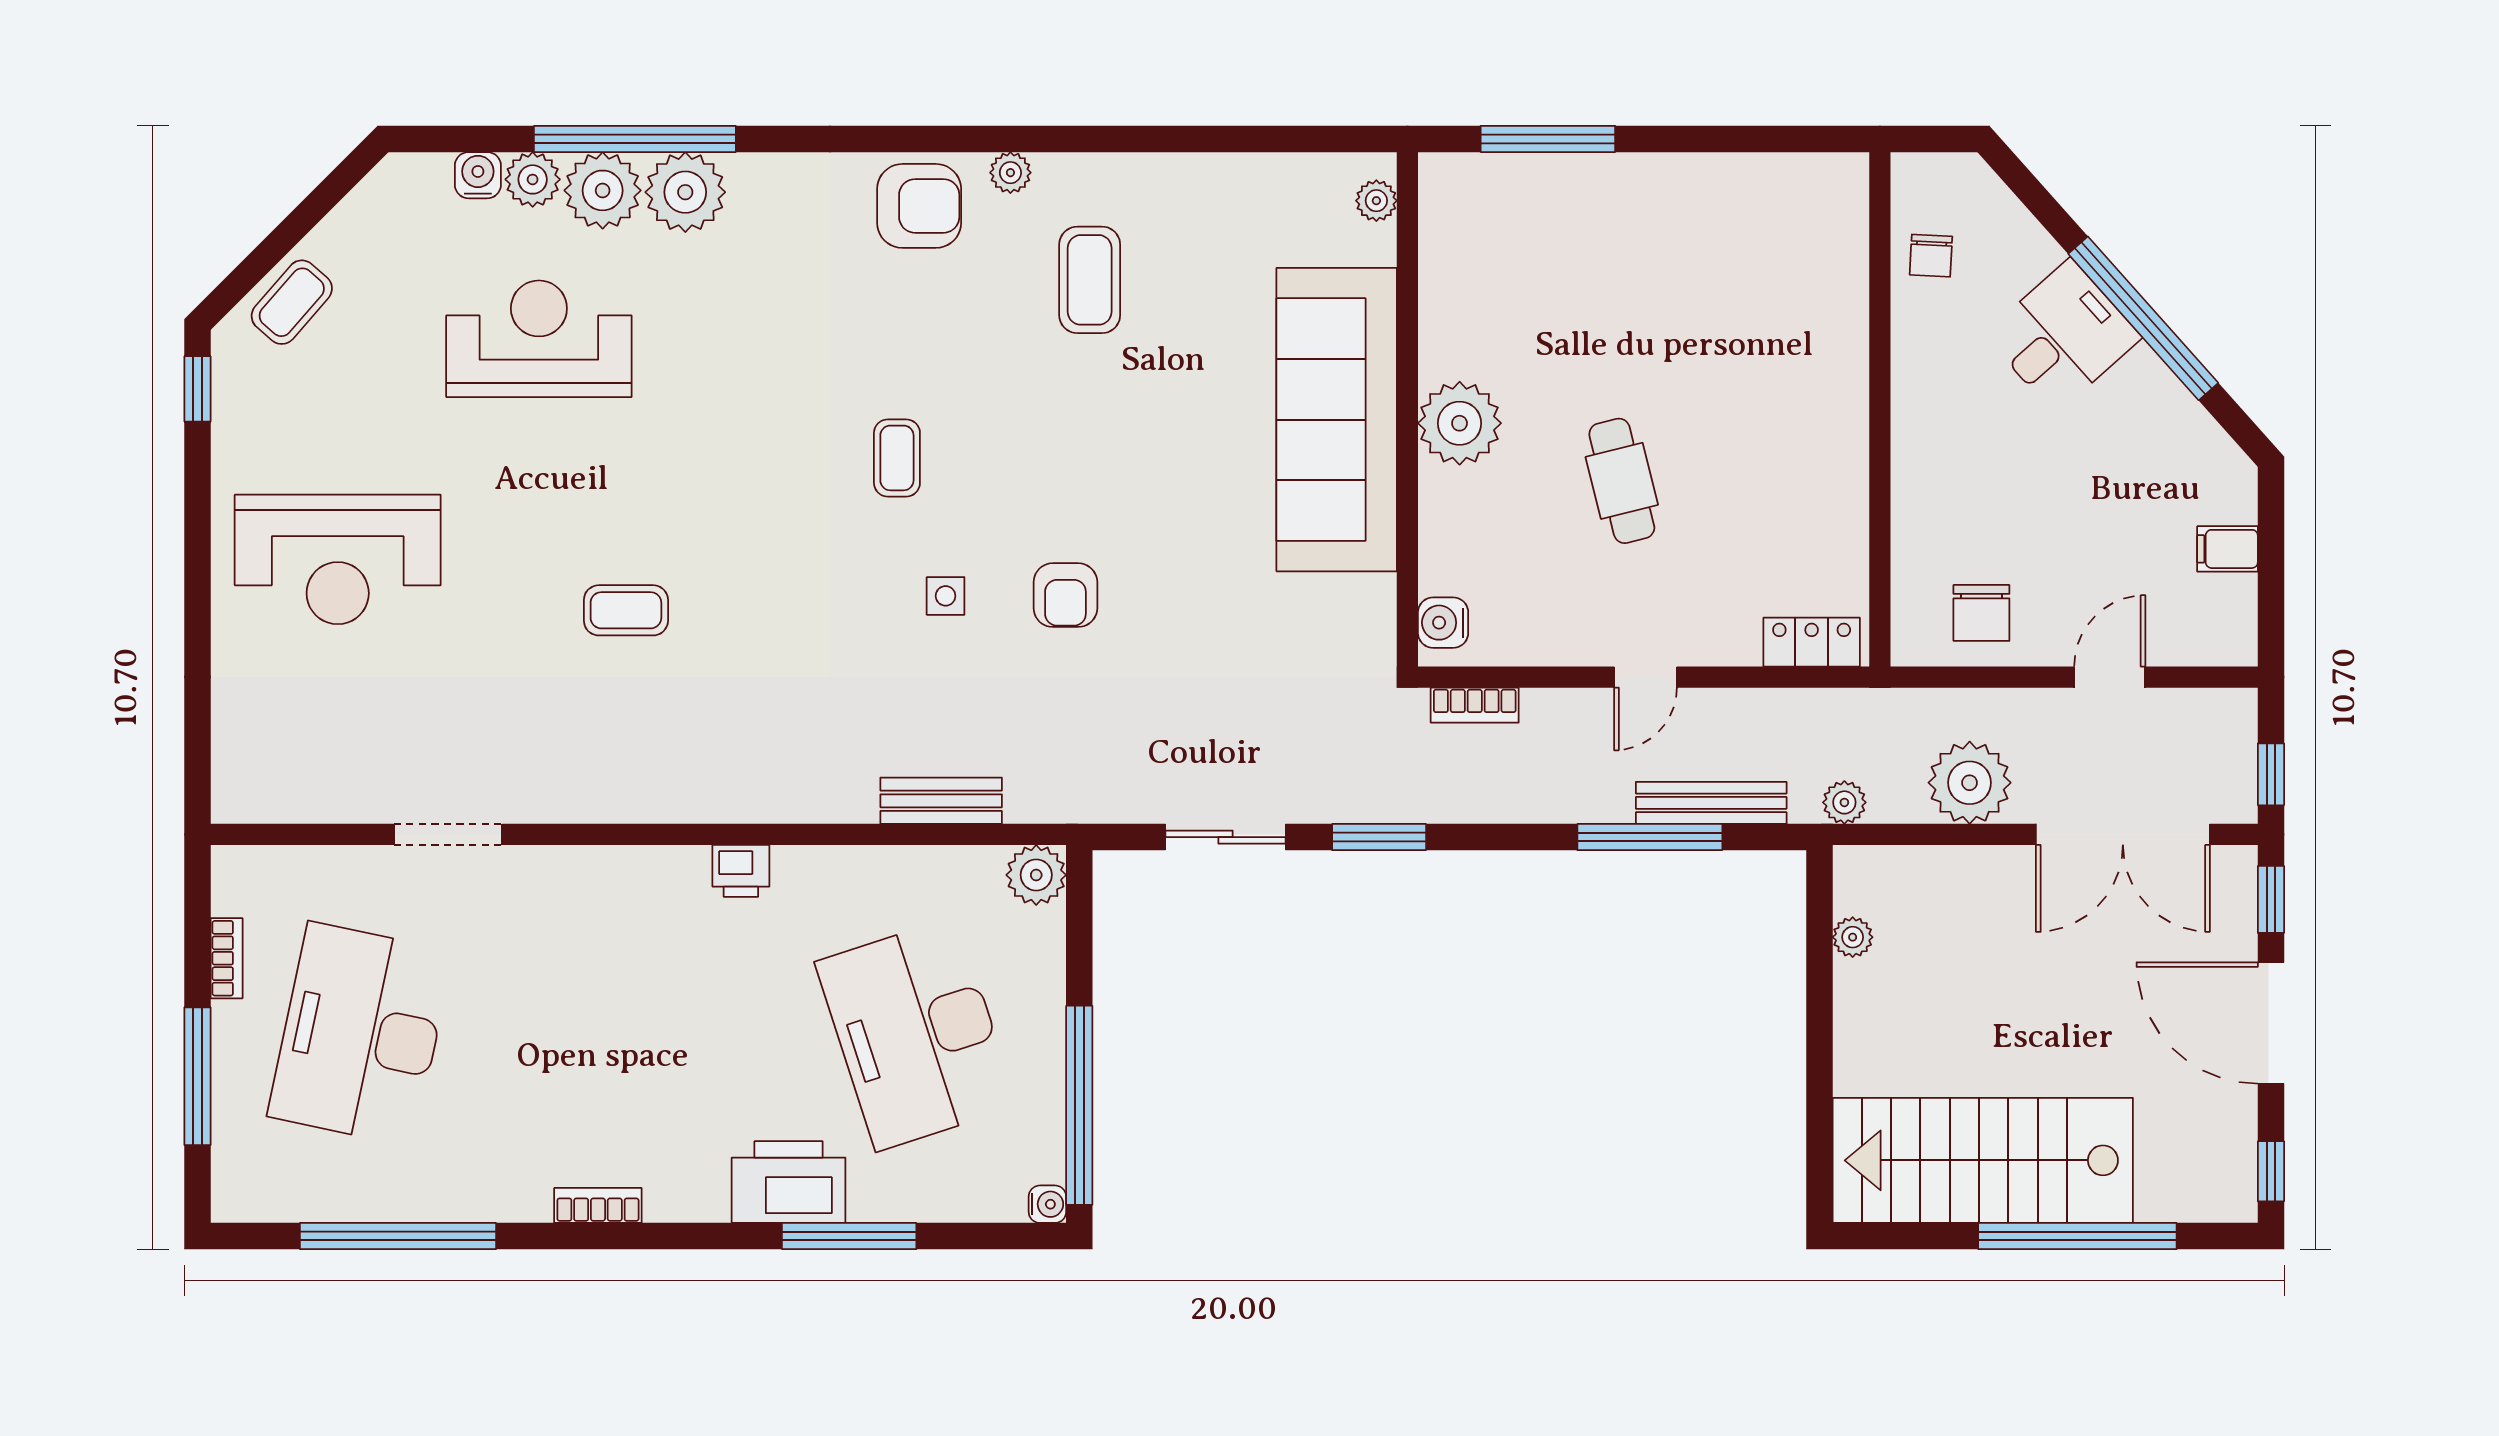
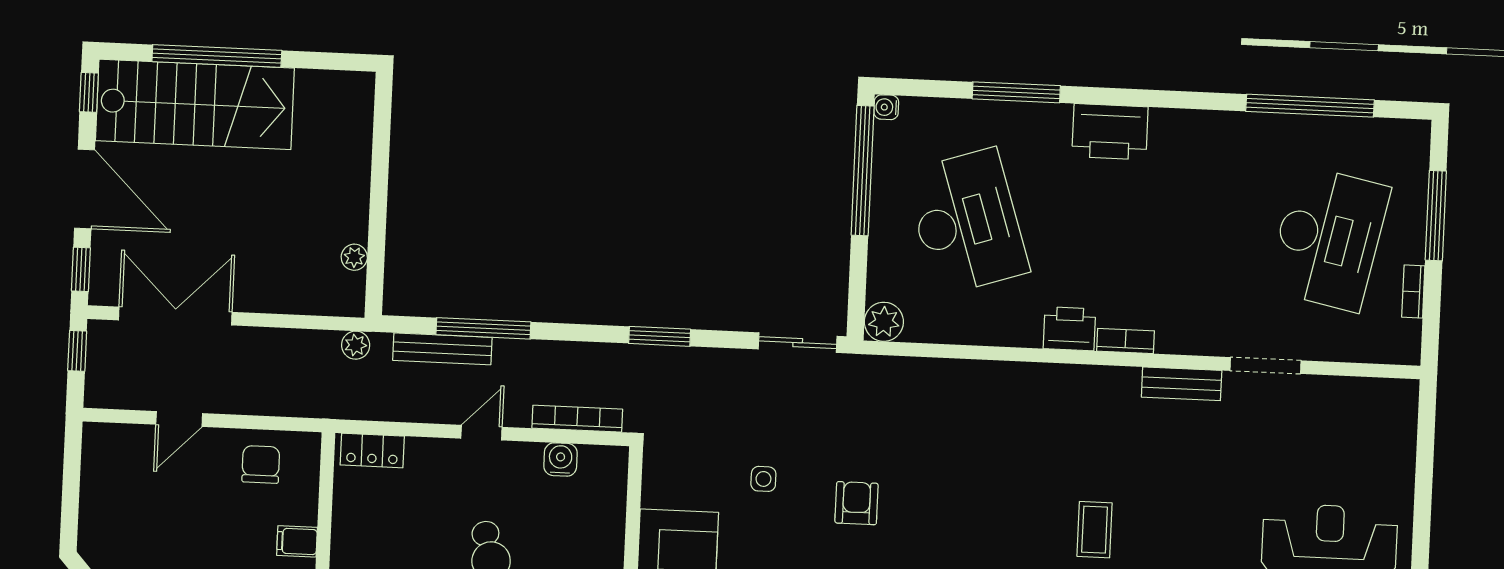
filing cabinet: (2227, 549) -> (297, 541), moved, turned 180
side table: (946, 596) -> (763, 479), moved
coffee table: (626, 610) -> (1095, 530), moved, turned 90
water cooler: (1443, 623) -> (560, 460), moved, turned -90
bookcase: (1475, 705) -> (577, 419), width x1.56
plant: (1970, 783) -> (274, 354), removed
bench: (941, 801) -> (1182, 384), moved
sliding door: (1225, 837) -> (798, 343), moved
printer: (741, 871) -> (1069, 329), width x1.36, depth x1.24
stairs: (1983, 1160) -> (195, 104), moved
printer: (789, 1182) -> (1110, 132), moved
bookcase: (598, 1205) -> (1126, 341), moved, turned 180

